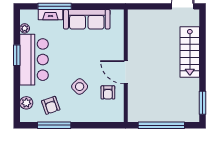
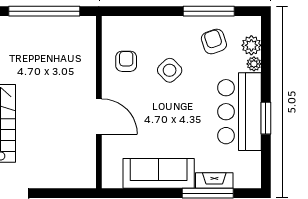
plant: (25, 28) -> (254, 64), moved
door: (126, 72) -> (99, 117), moved

